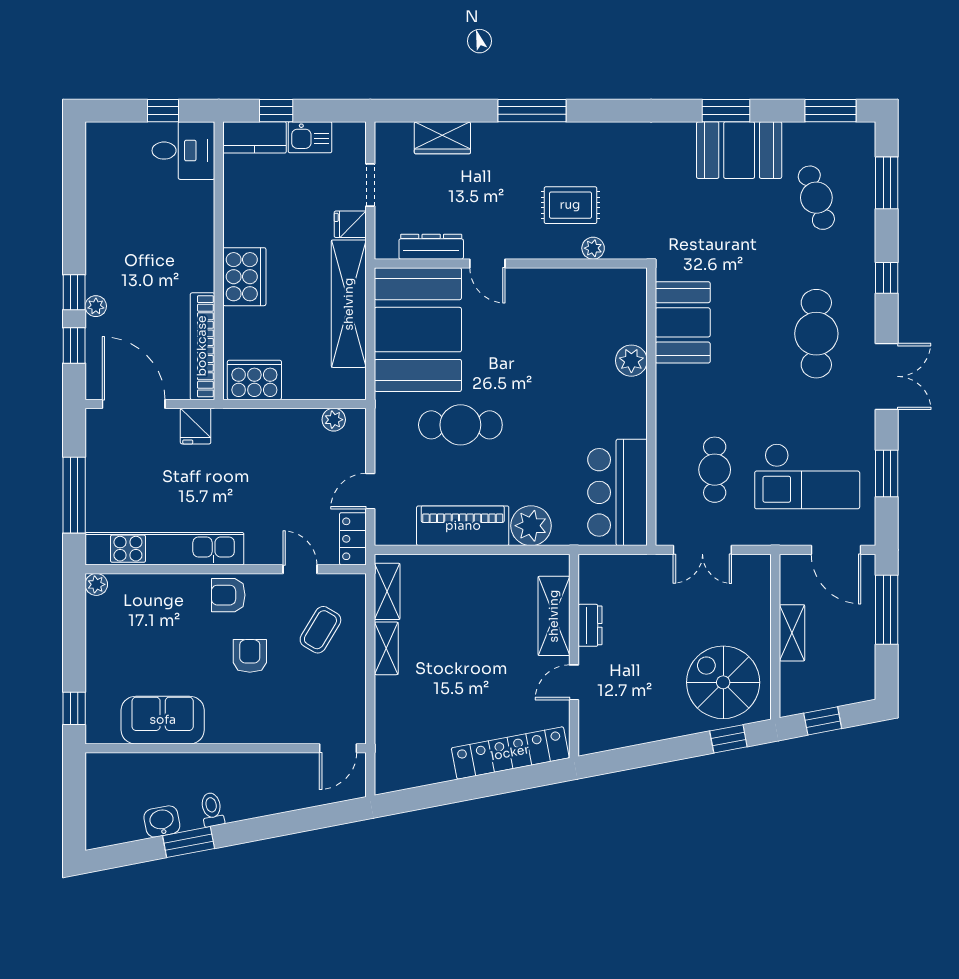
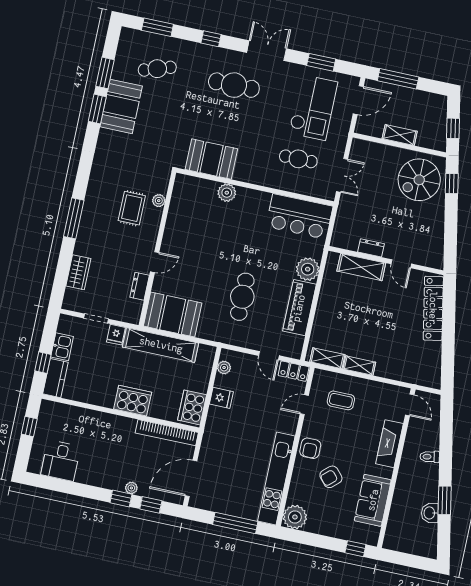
window: (831, 111) -> (105, 73), moved
desk: (183, 151) -> (61, 461), moved, turned 180
dresser: (431, 247) -> (140, 286), width x0.70
booth: (418, 330) -> (173, 315), width x0.73, depth x0.70
fridge: (196, 426) -> (221, 398), moved
plant: (96, 584) -> (295, 517), width x1.88, depth x1.88
coffee table: (320, 630) -> (341, 400), turned -31
armchair: (250, 656) -> (331, 477), moved, turned -42
fireplace: (265, 728) -> (389, 444), added
toilet: (212, 809) -> (430, 457), moved

